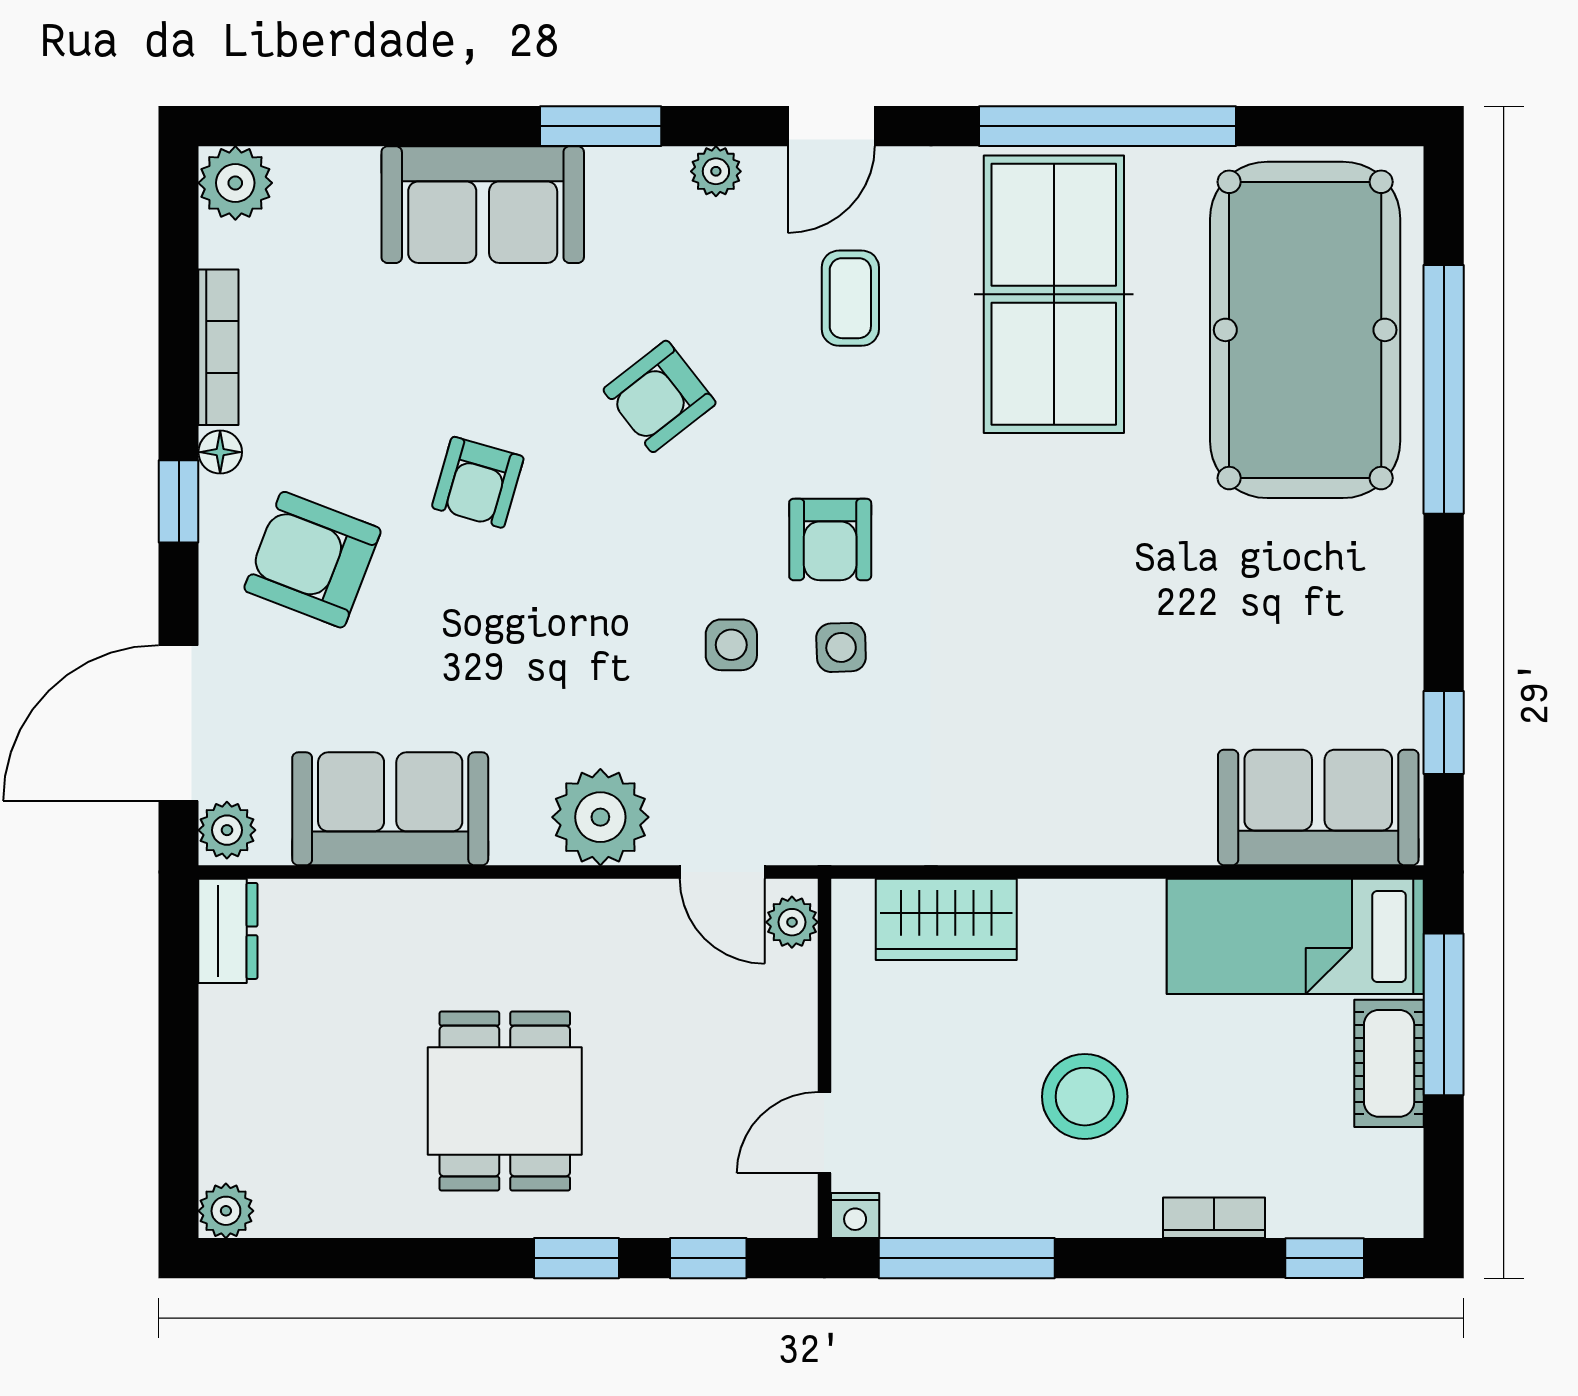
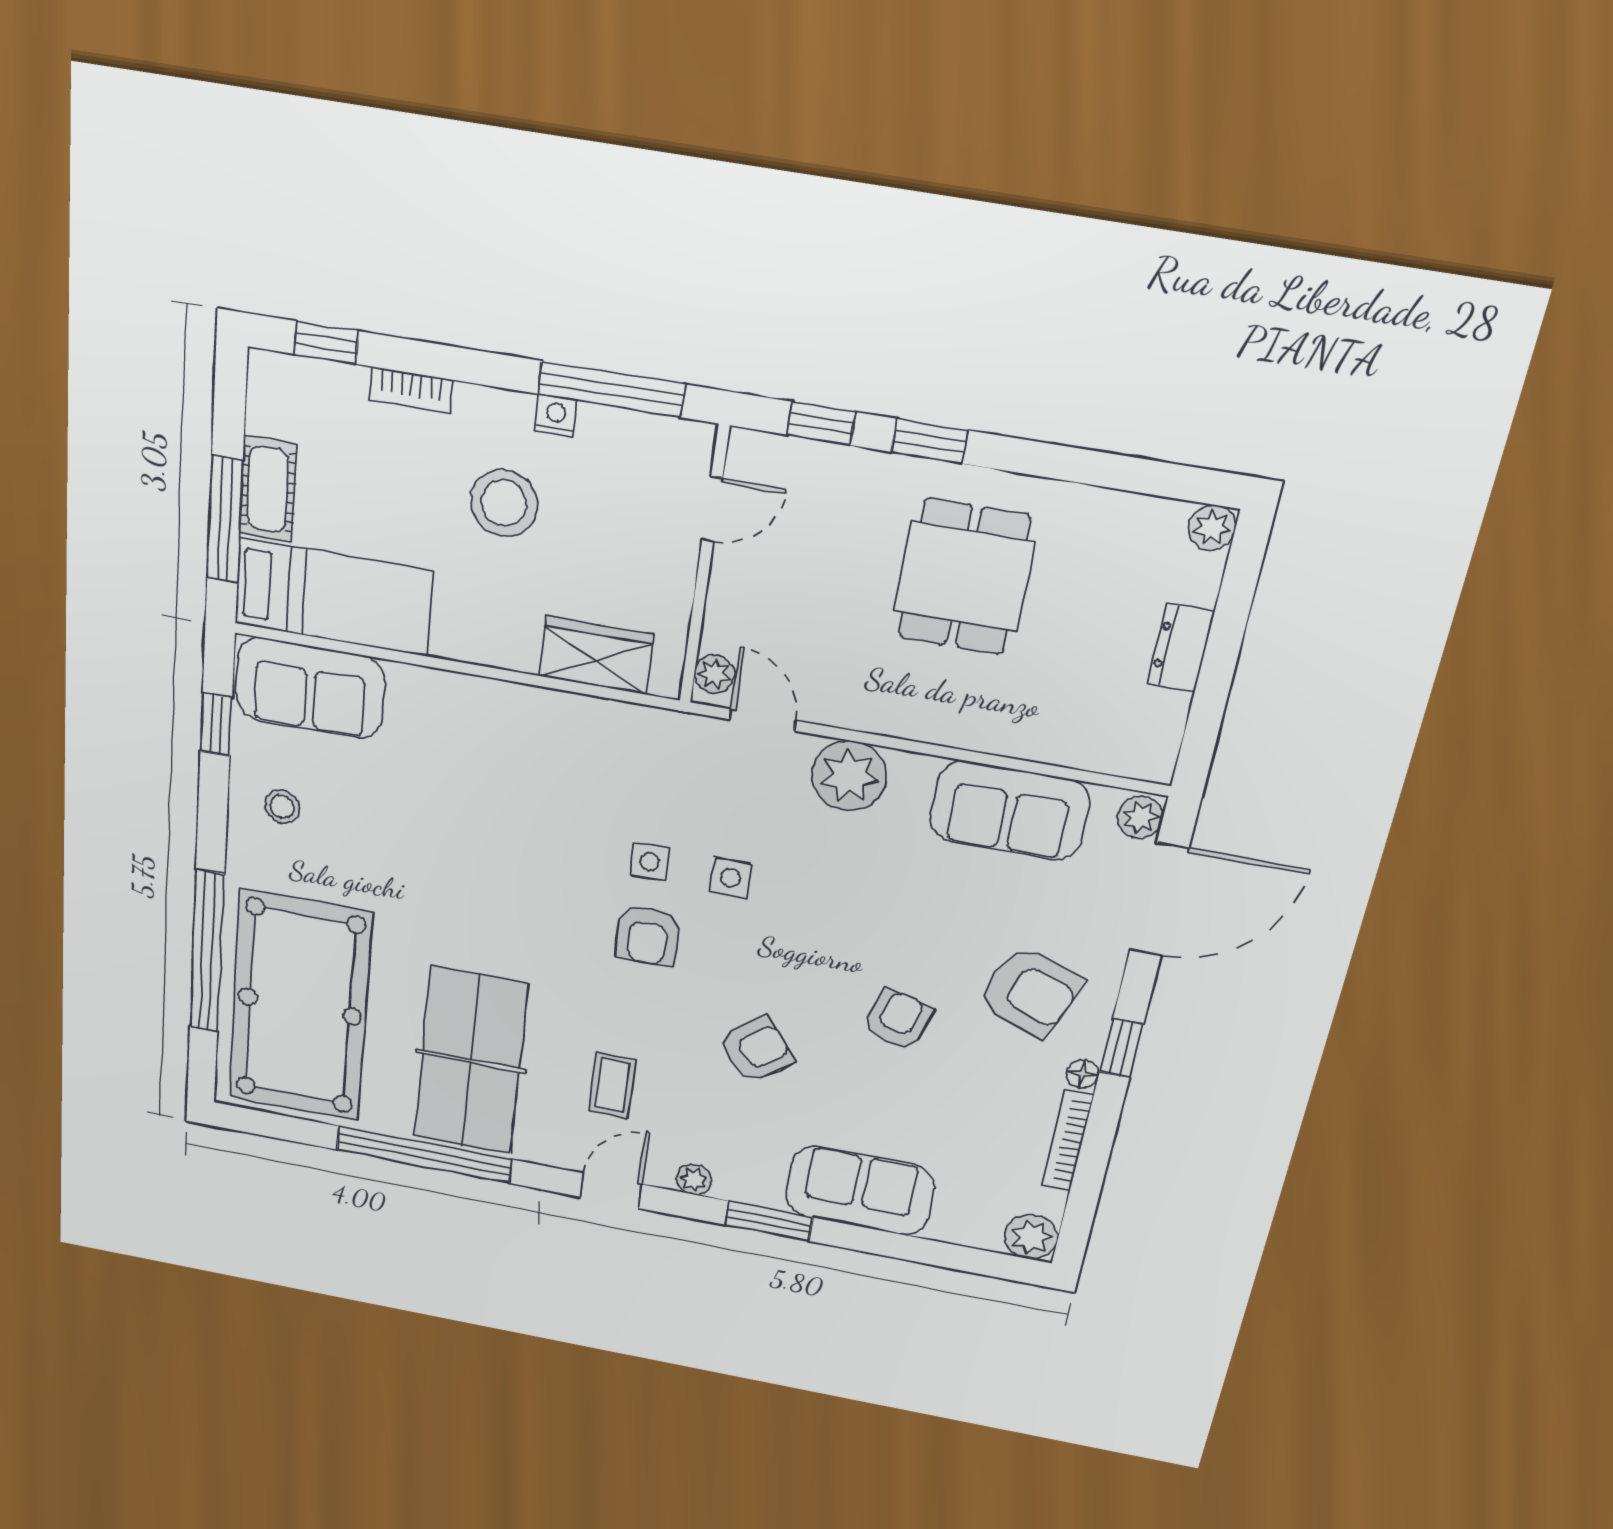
armchair: (830, 539) -> (648, 935), turned 180
stool: (1347, 631) -> (282, 807), added
dresser: (228, 931) -> (1181, 648), moved
nightstand: (855, 1216) -> (556, 415), moved

